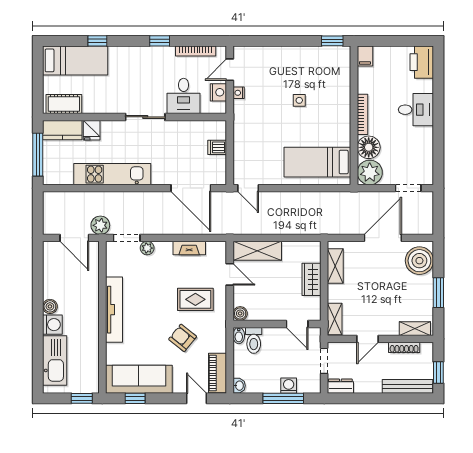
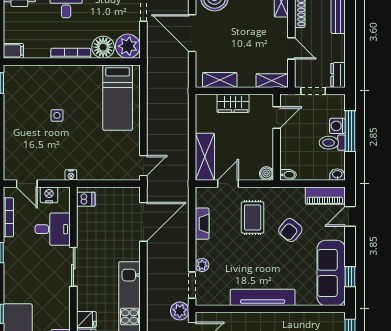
nightstand: (239, 93) -> (71, 175), moved
dishwasher: (217, 147) -> (86, 199), moved, turned -90
toilet: (254, 340) -> (332, 143), moved, turned 180

